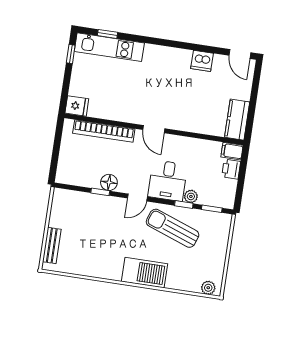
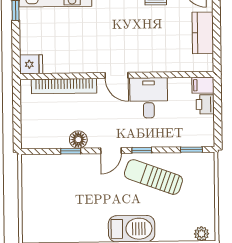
kitchen counter: (237, 120) -> (203, 33), moved
desk: (168, 181) -> (149, 98), moved, turned 180
plant: (191, 196) -> (167, 140), removed
window: (184, 205) -> (142, 150), moved
bench: (52, 245) -> (29, 216), removed

